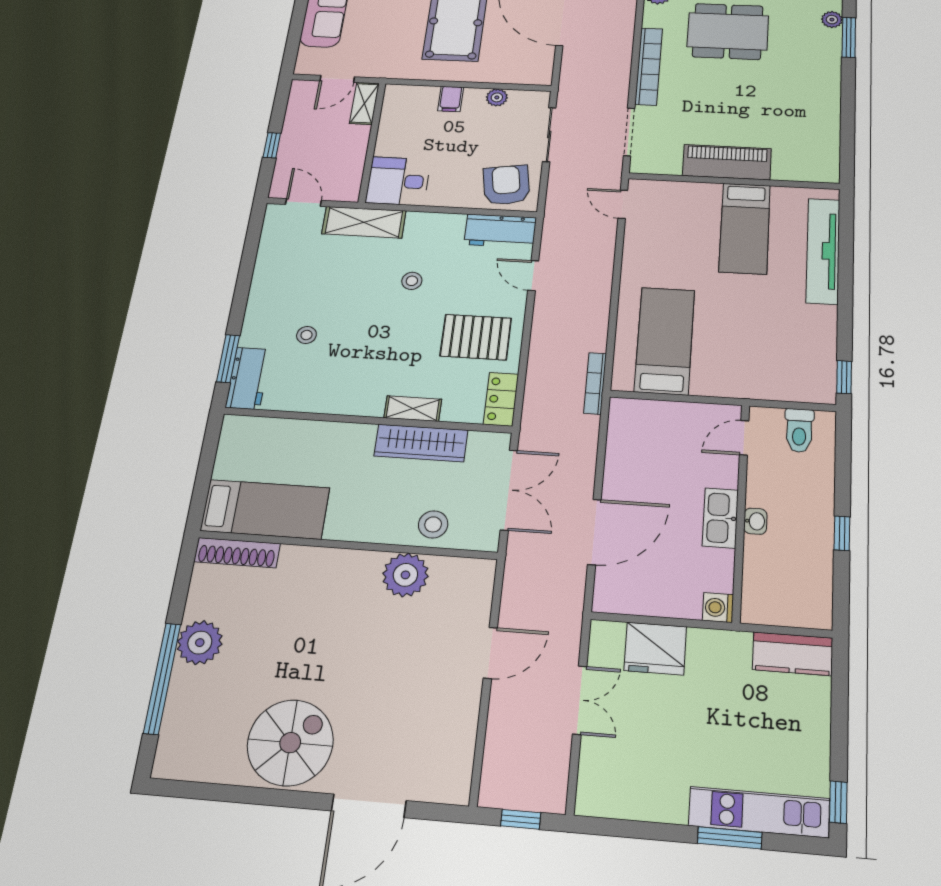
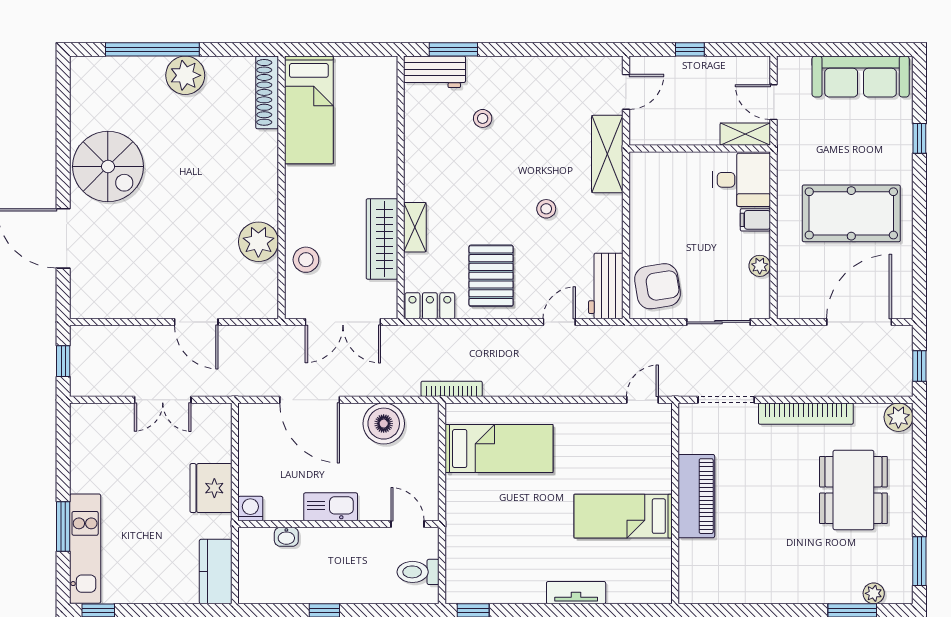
desk: (398, 181) -> (742, 180), moved, turned 90
tv unit: (823, 251) -> (576, 593), width x0.52, depth x0.78
boiler: (628, 455) -> (384, 424), added
washbasin: (755, 521) -> (286, 537), moved
fridge: (655, 649) -> (211, 488), moved

